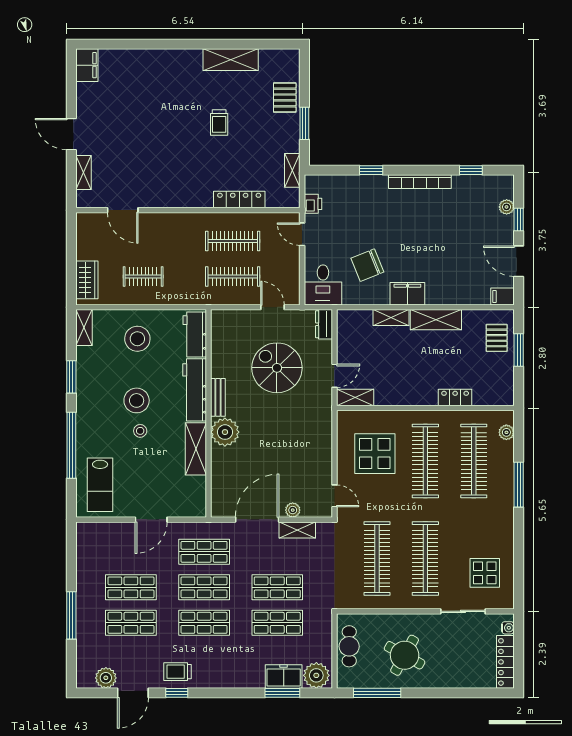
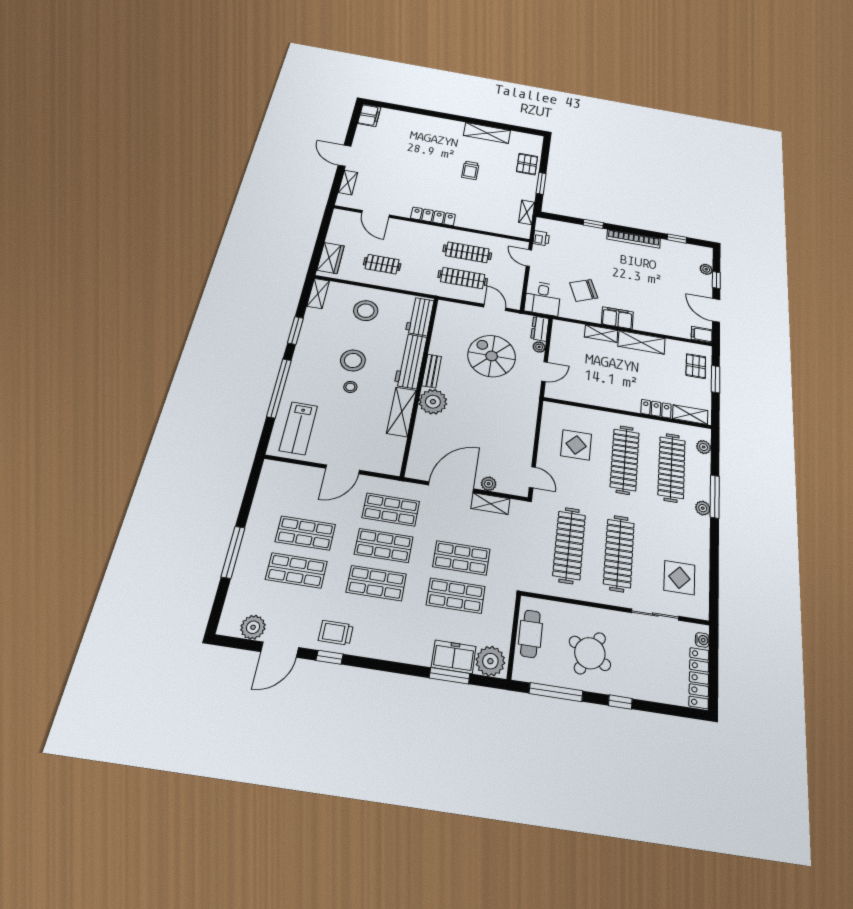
locker: (239, 200) -> (433, 216), moved
plant: (326, 347) -> (539, 347), added
shelving: (355, 398) -> (690, 415), moved
display table: (375, 454) -> (576, 445), width x0.73, depth x0.73
plant: (507, 499) -> (703, 508), added
window: (435, 693) -> (620, 702), added

